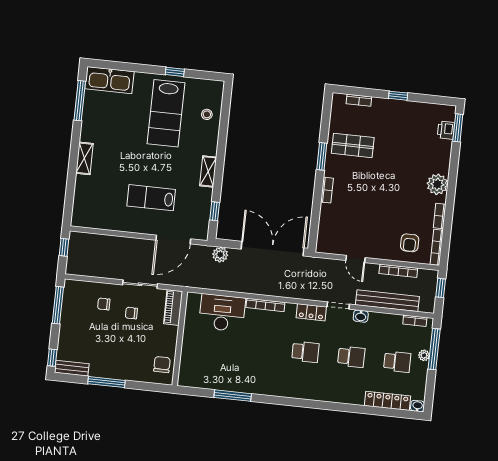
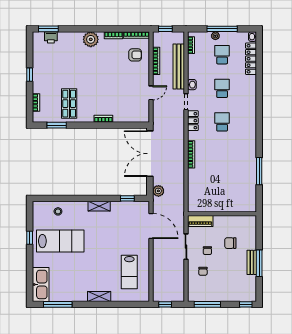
window: (322, 156) -> (57, 125), moved
lab bench: (151, 198) -> (129, 272), moved
desk: (222, 313) -> (200, 185), removed
window: (434, 349) -> (222, 29), moved
chair: (162, 365) -> (230, 243), moved
bench: (72, 368) -> (252, 262), moved

